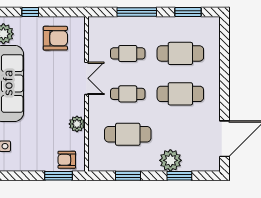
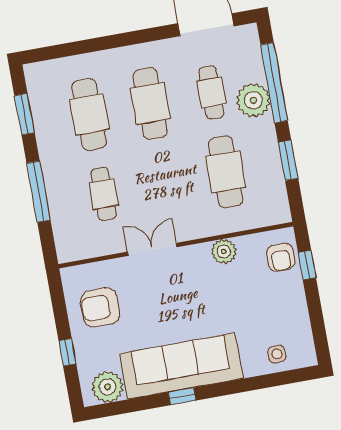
armchair: (55, 38) -> (100, 307), turned -90
cafe table: (128, 94) -> (211, 92), moved
window: (59, 176) -> (307, 265), width x0.67
window: (179, 176) -> (274, 83), width x2.11

